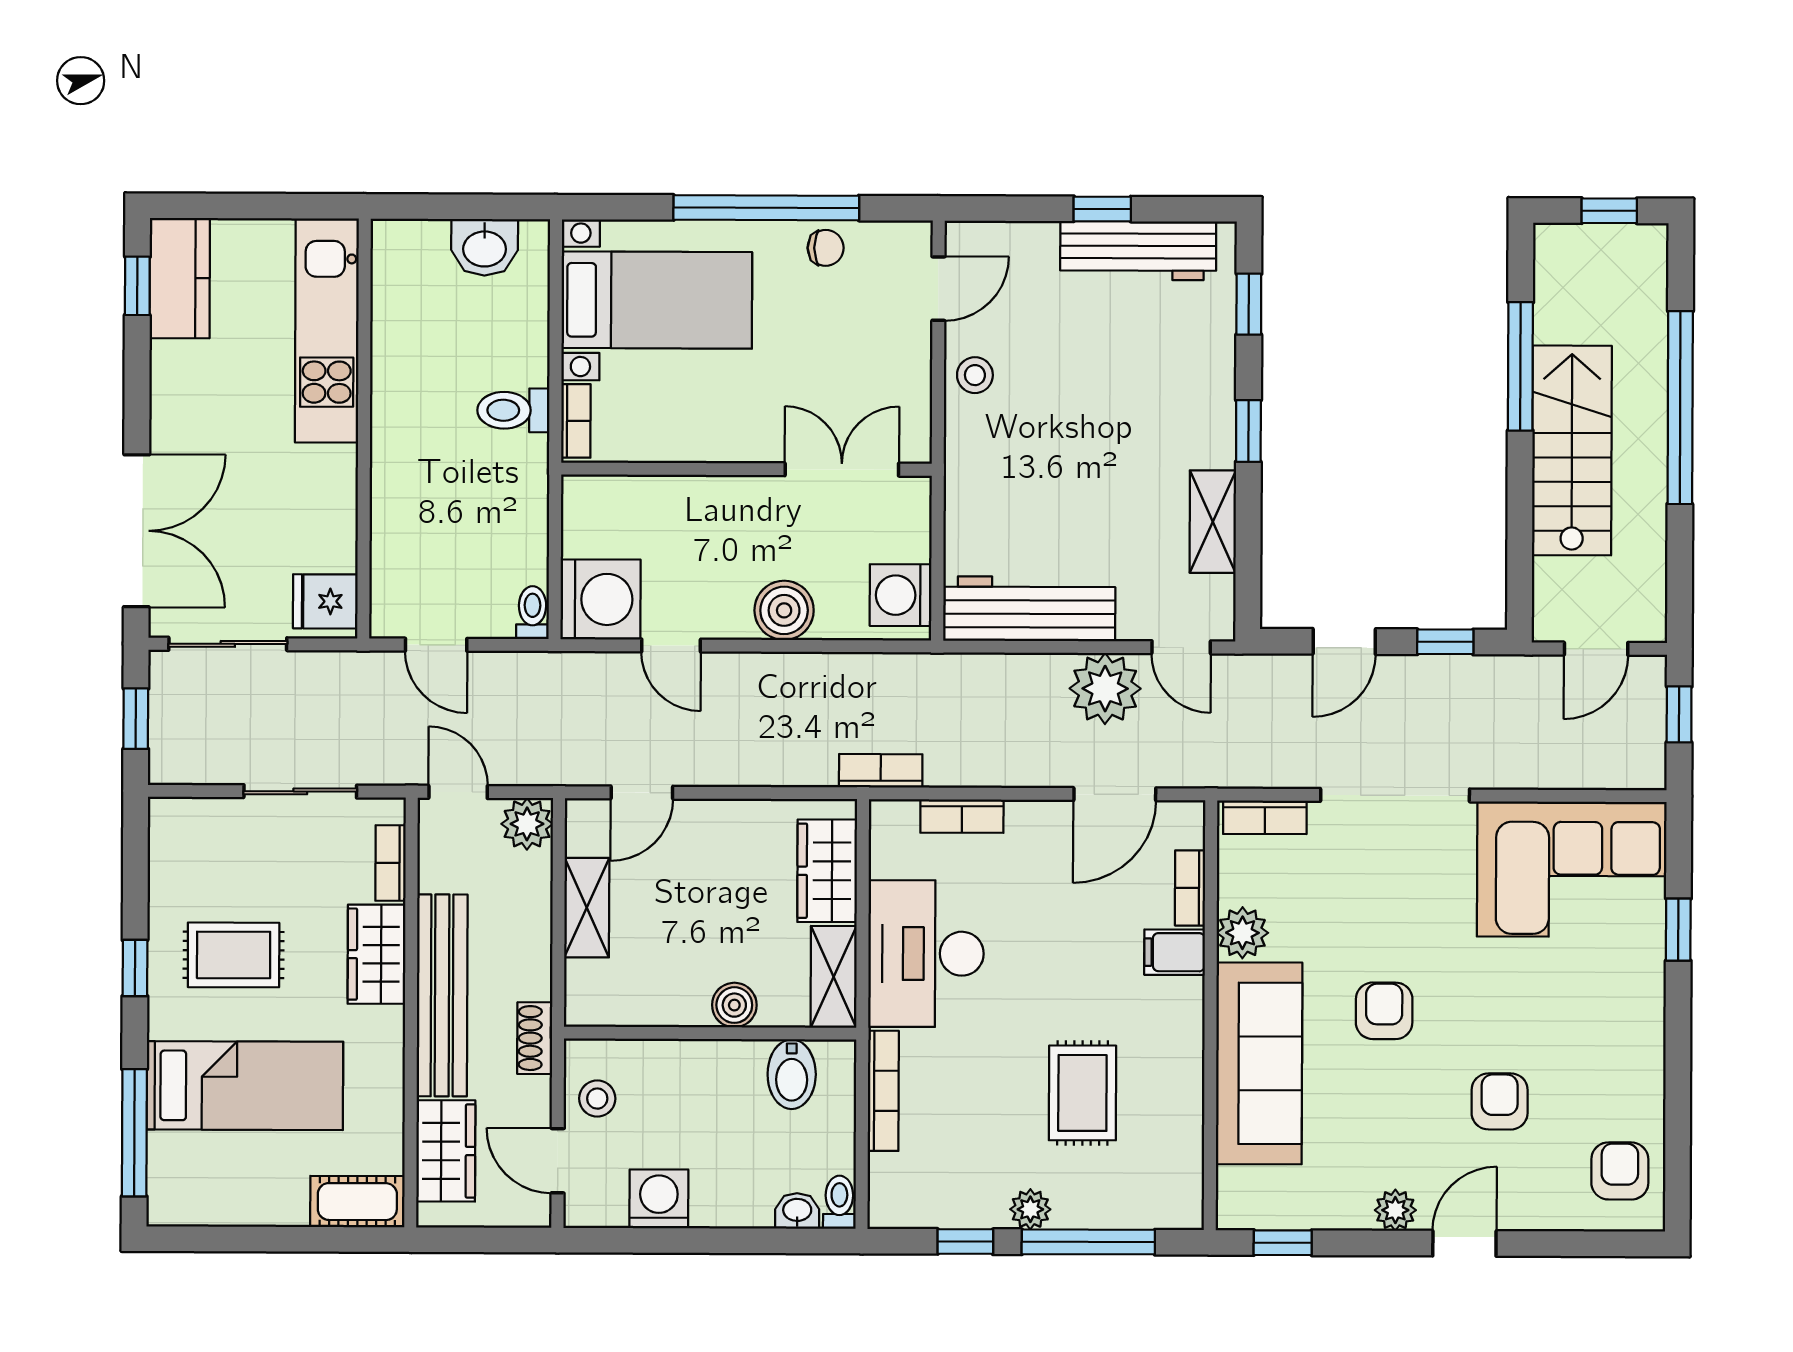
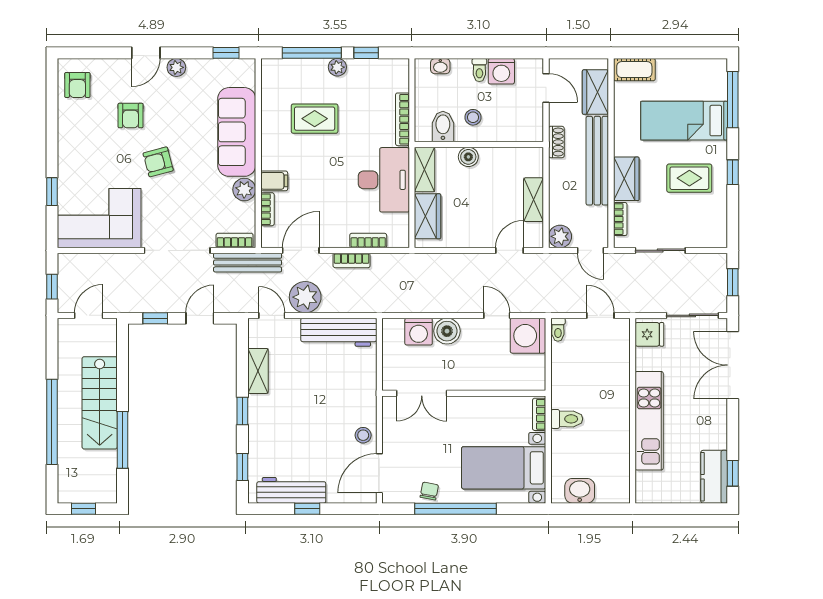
chair: (826, 248) -> (429, 491), turned 101
door: (938, 289) -> (379, 473), width x1.38
kitchen unit: (327, 331) -> (649, 421), moved
washing machine: (901, 595) -> (419, 332), moved, turned 90
bench: (1235, 767) -> (248, 263), added
bookcase: (881, 771) -> (352, 260), moved
armchair: (1384, 1011) -> (158, 162), moved, turned 75
rug: (1082, 1093) -> (315, 119), turned 90
stool: (597, 1099) -> (473, 117), moved
toilet: (839, 1202) -> (479, 70), moved

